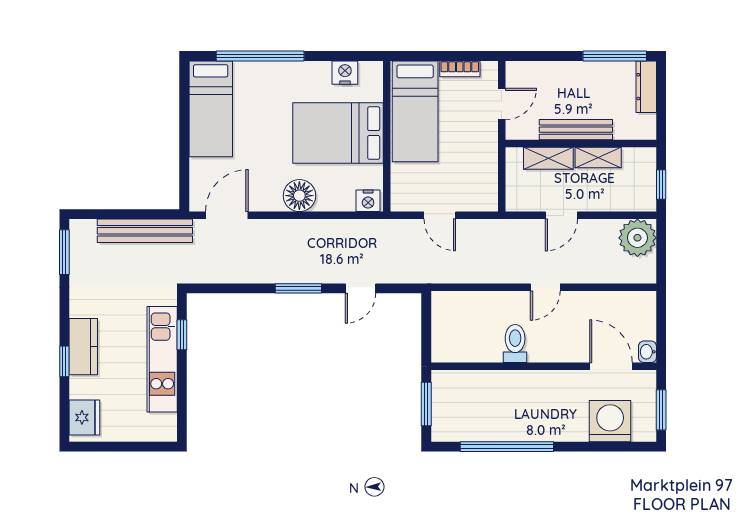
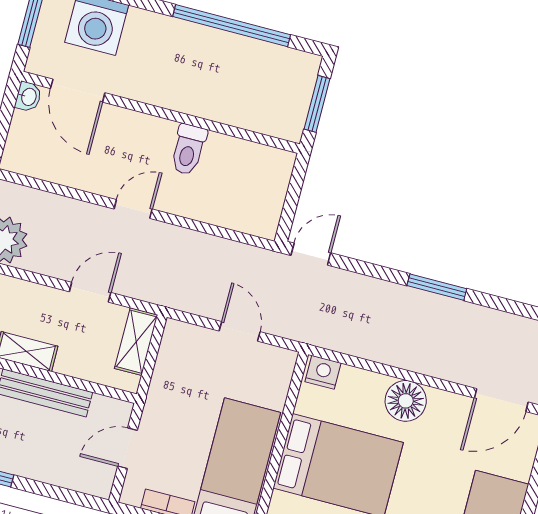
shelving: (548, 158) -> (136, 342), moved, turned 90
door: (360, 288) -> (311, 254), moved

